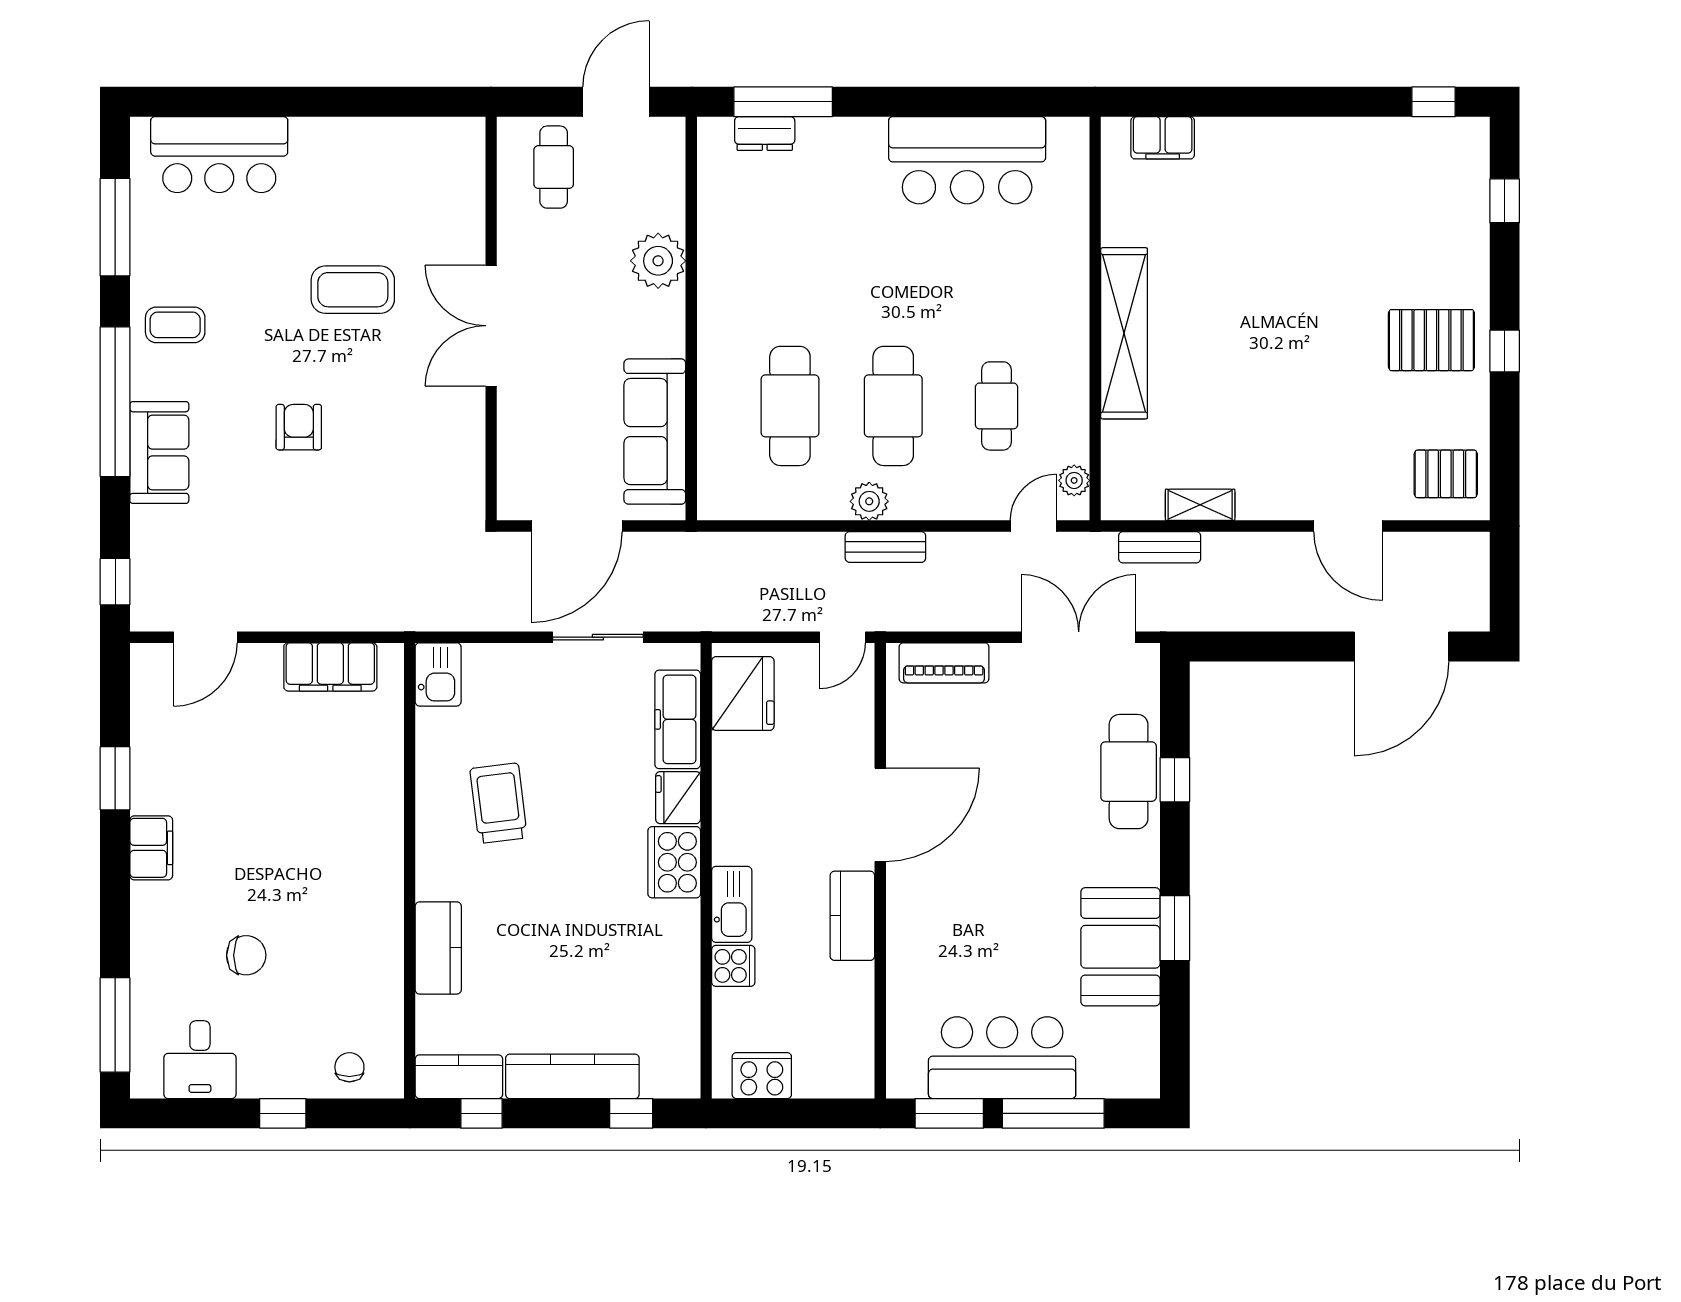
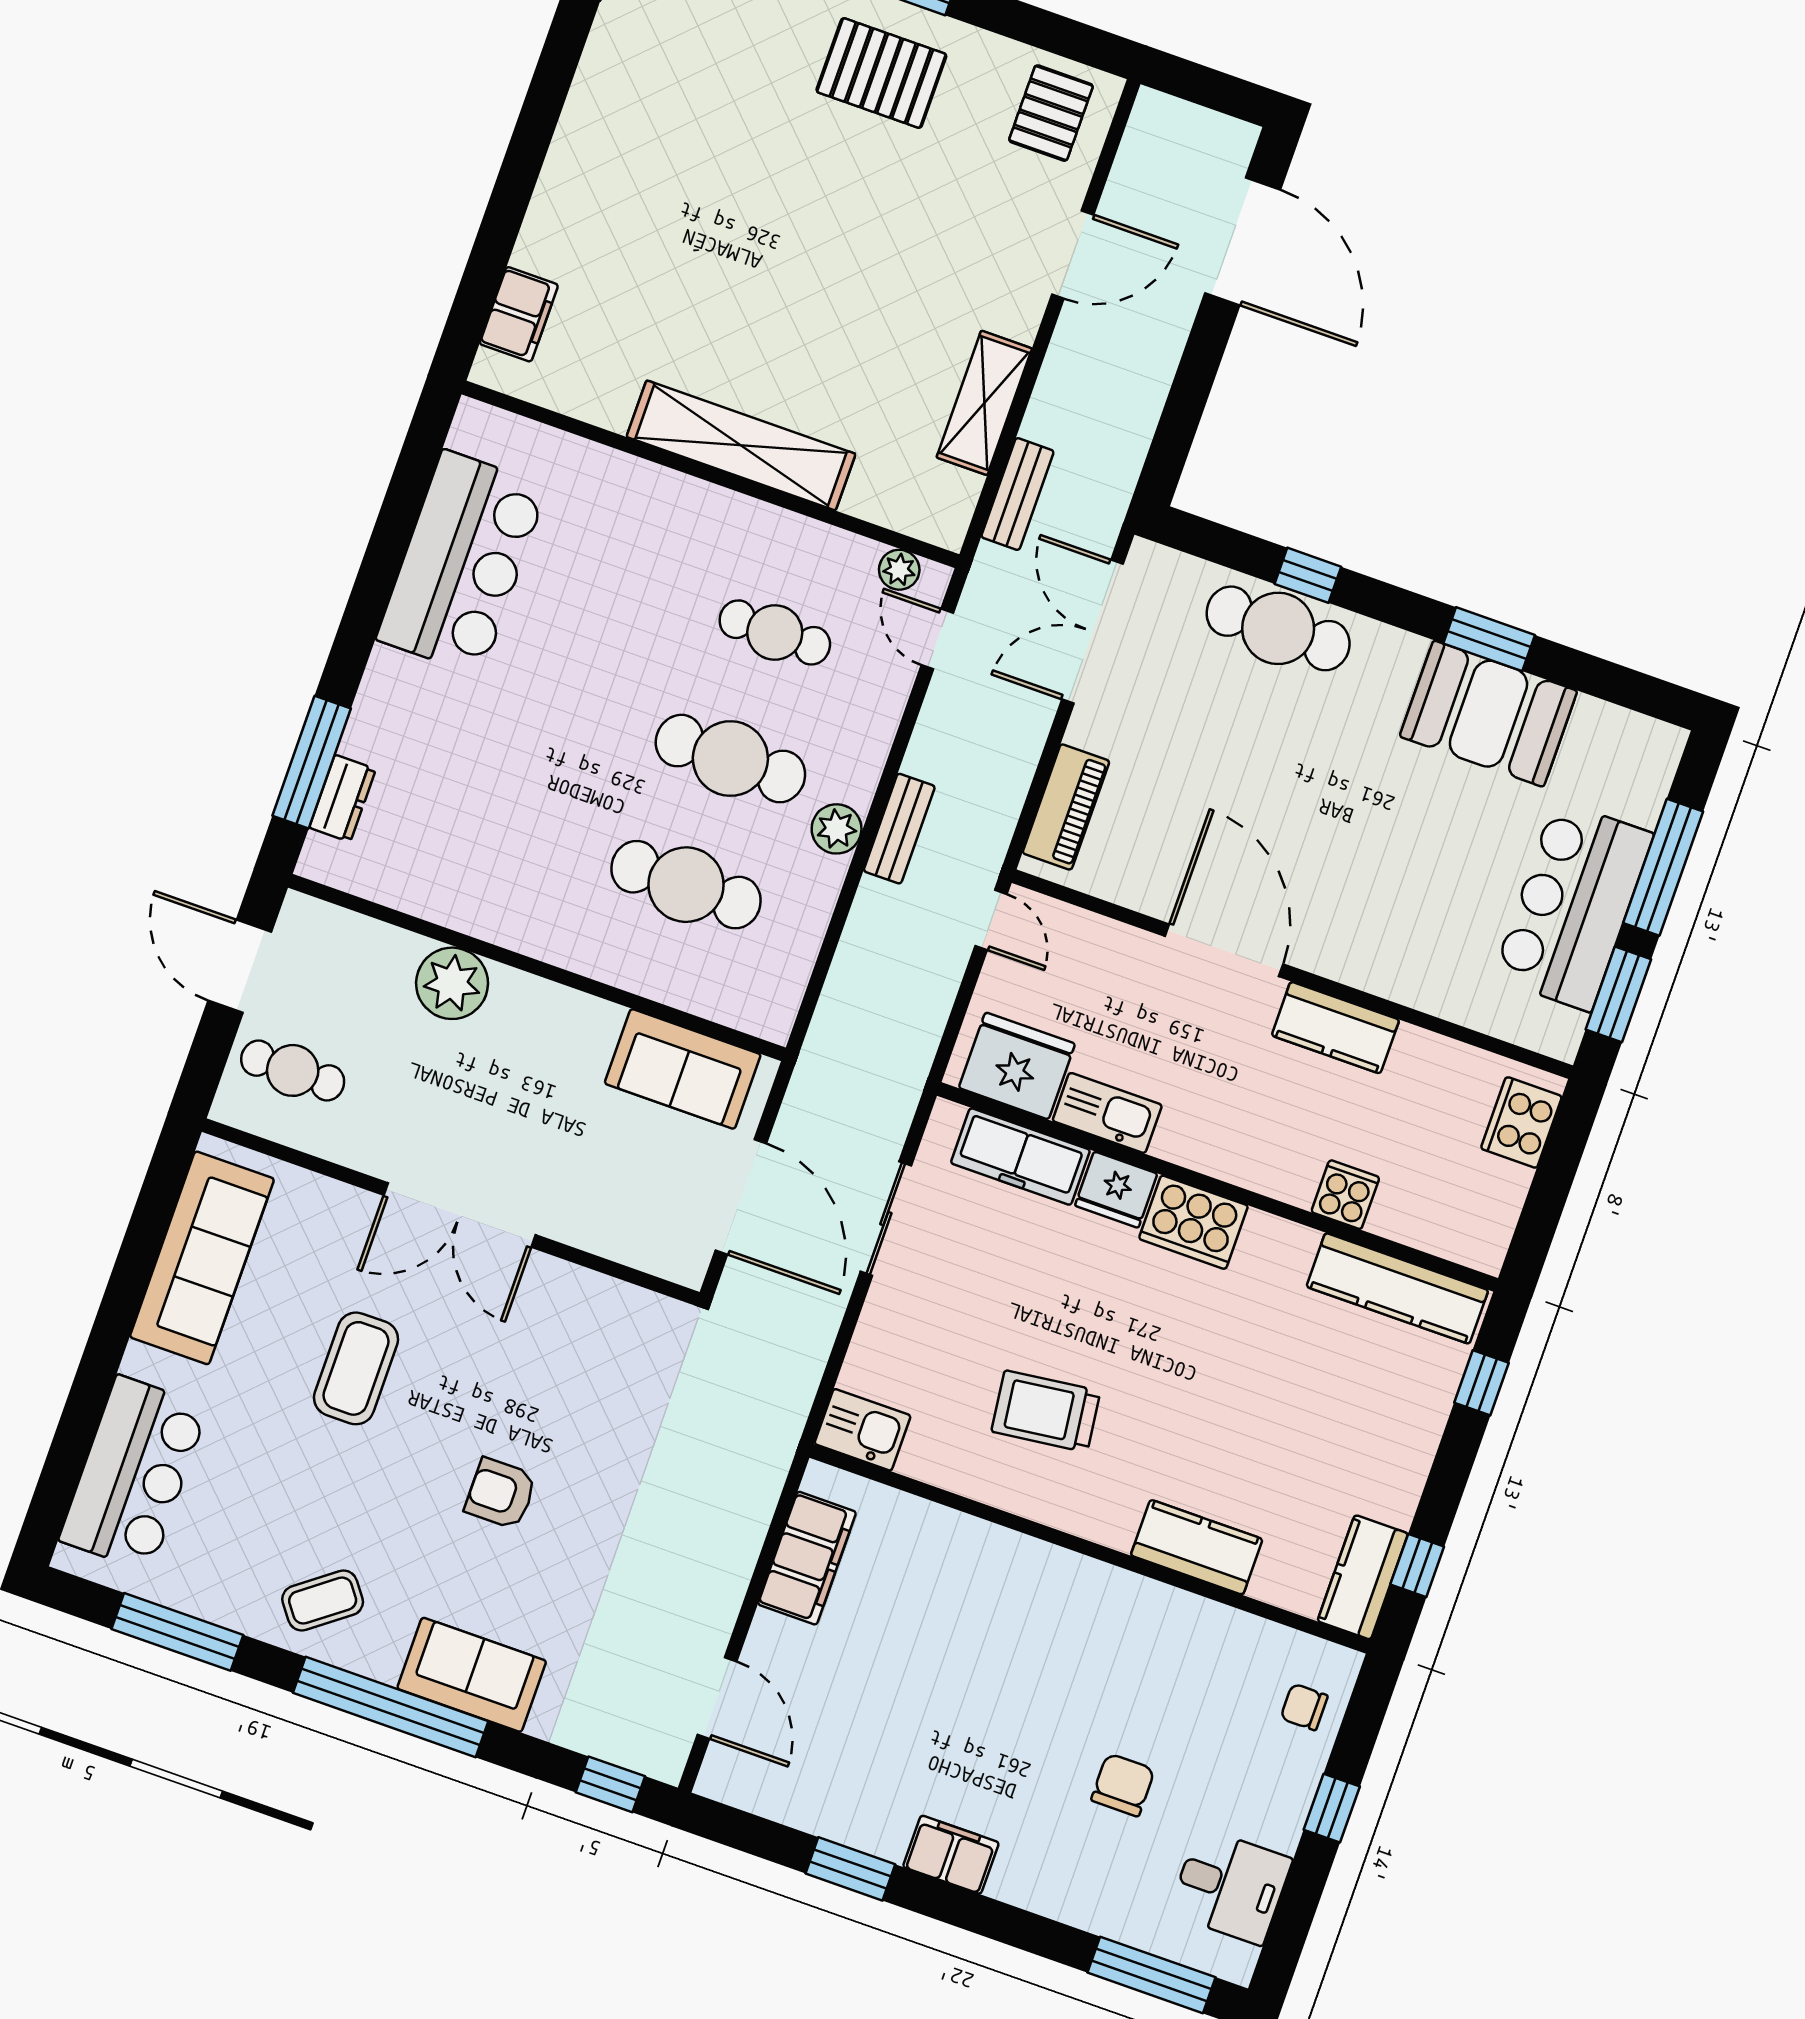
sofa: (394, 149) -> (202, 1258), added
coffee table: (175, 325) -> (323, 1601), turned 53
pallet: (1431, 340) -> (881, 73), turned 90
sofa: (655, 432) -> (683, 1069), width x0.73
shelving: (1200, 505) -> (984, 403), width x1.50, depth x1.33
kitchen sink: (732, 904) -> (1107, 1113), moved
kitchen counter: (572, 1076) -> (1397, 1288), moved, turned -90
cooker: (762, 1076) -> (1521, 1122), moved

